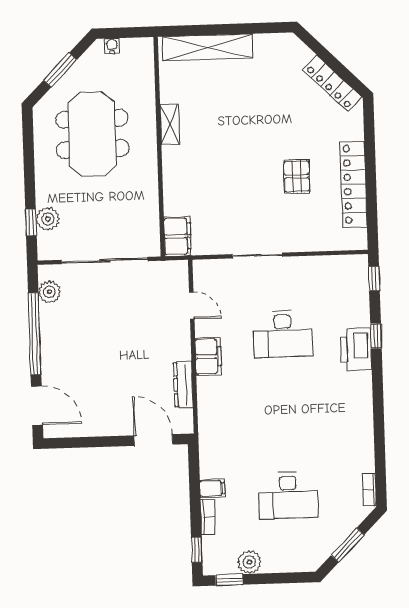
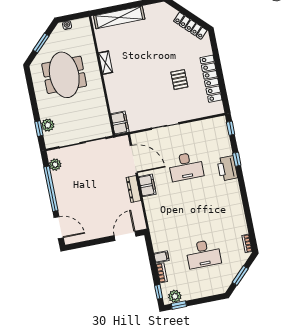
door: (192, 305) -> (134, 159), width x1.87
dresser: (183, 385) -> (134, 189), moved
door: (153, 440) -> (125, 236), hinge flipped
plant: (249, 562) -> (175, 296), moved

